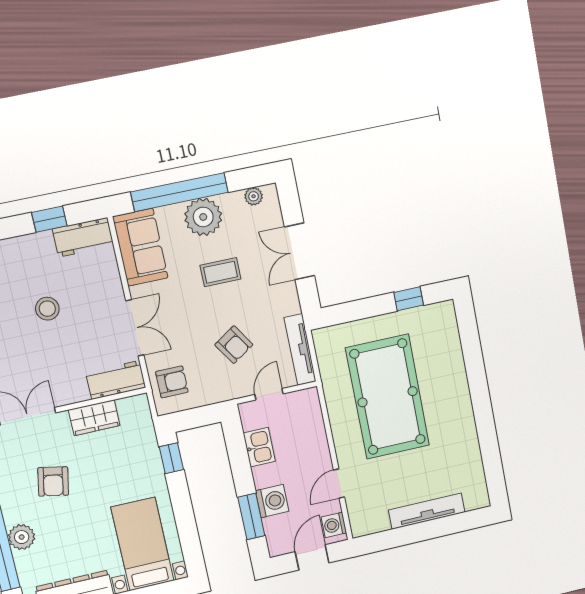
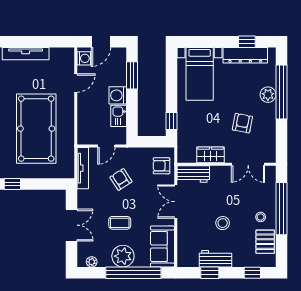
workbench: (83, 237) -> (215, 259), moved
washing machine: (272, 501) -> (118, 95), moved

